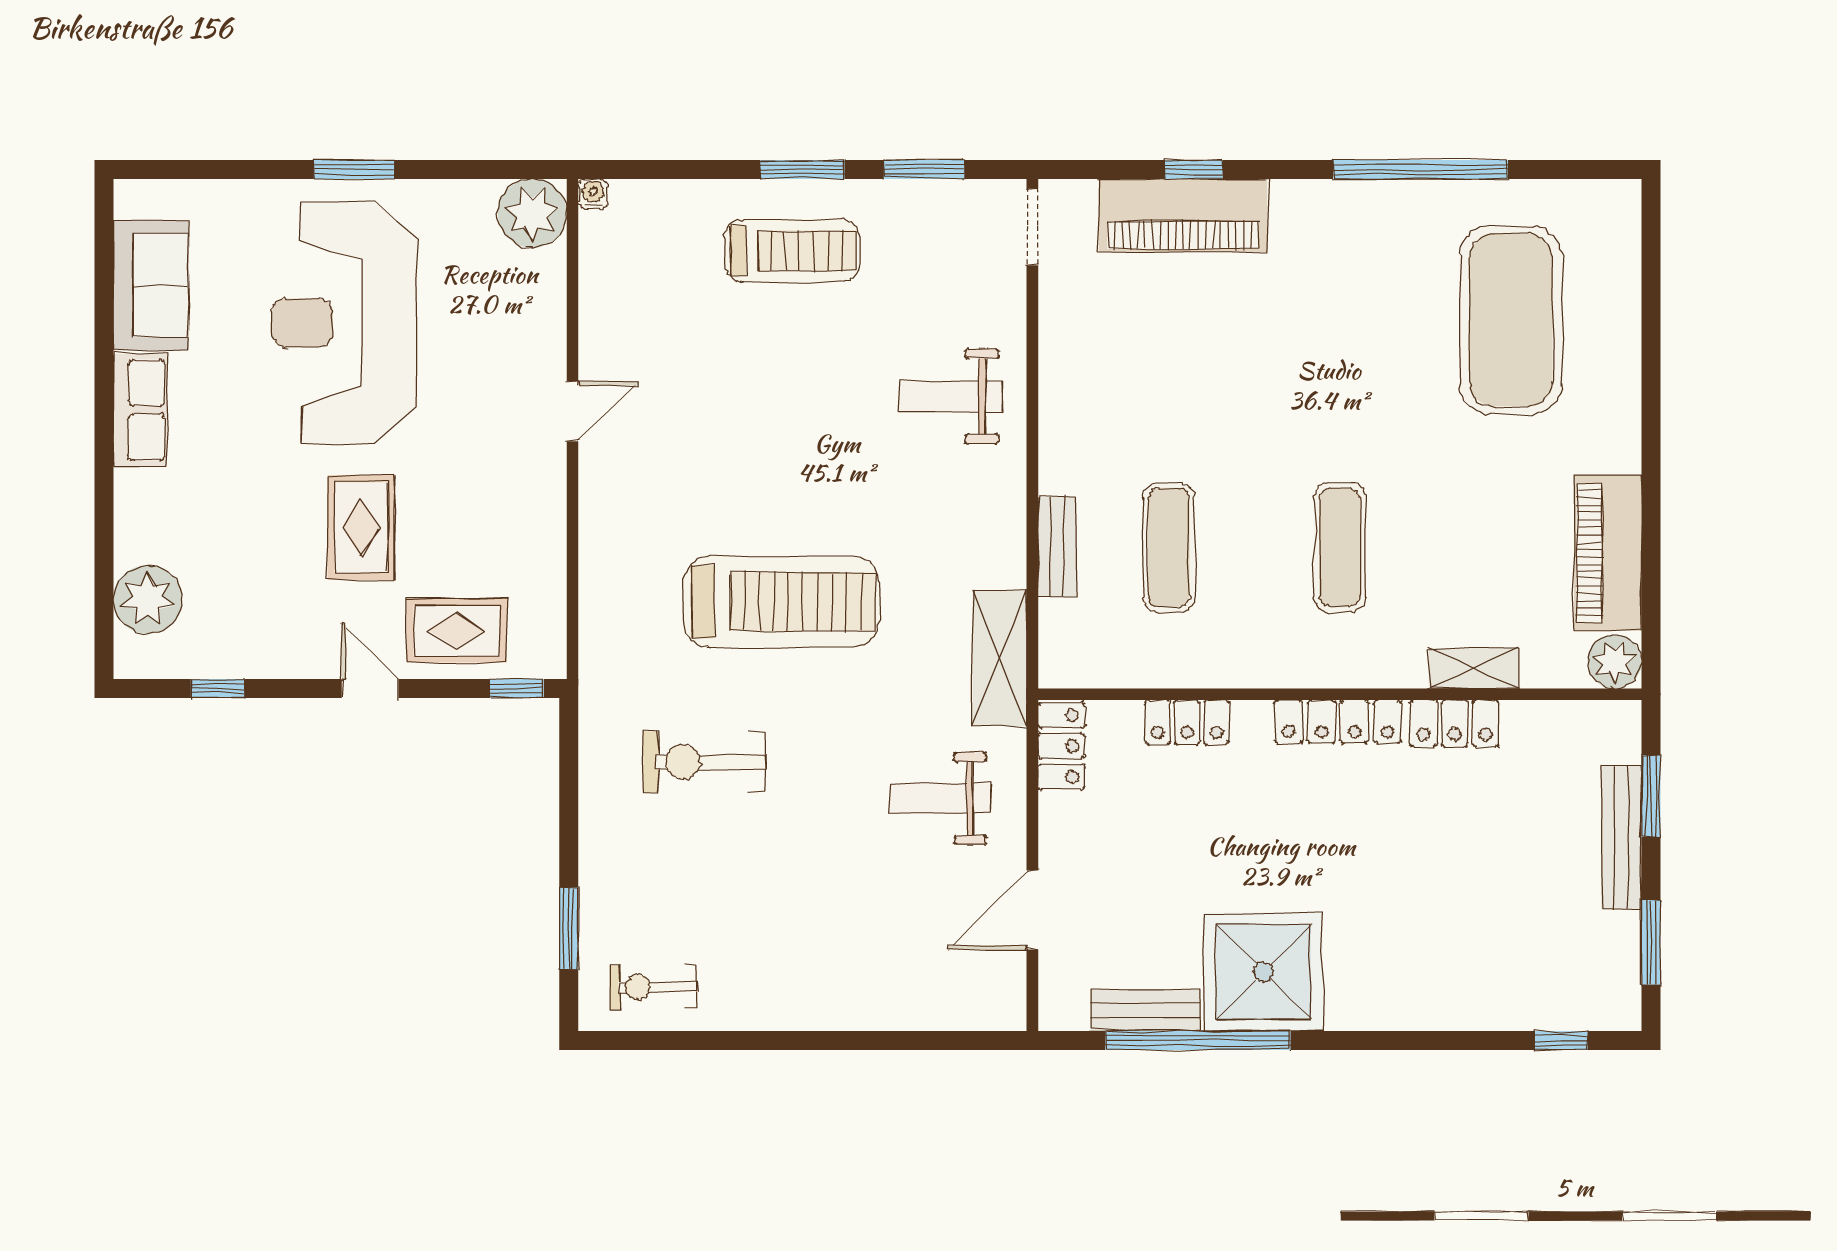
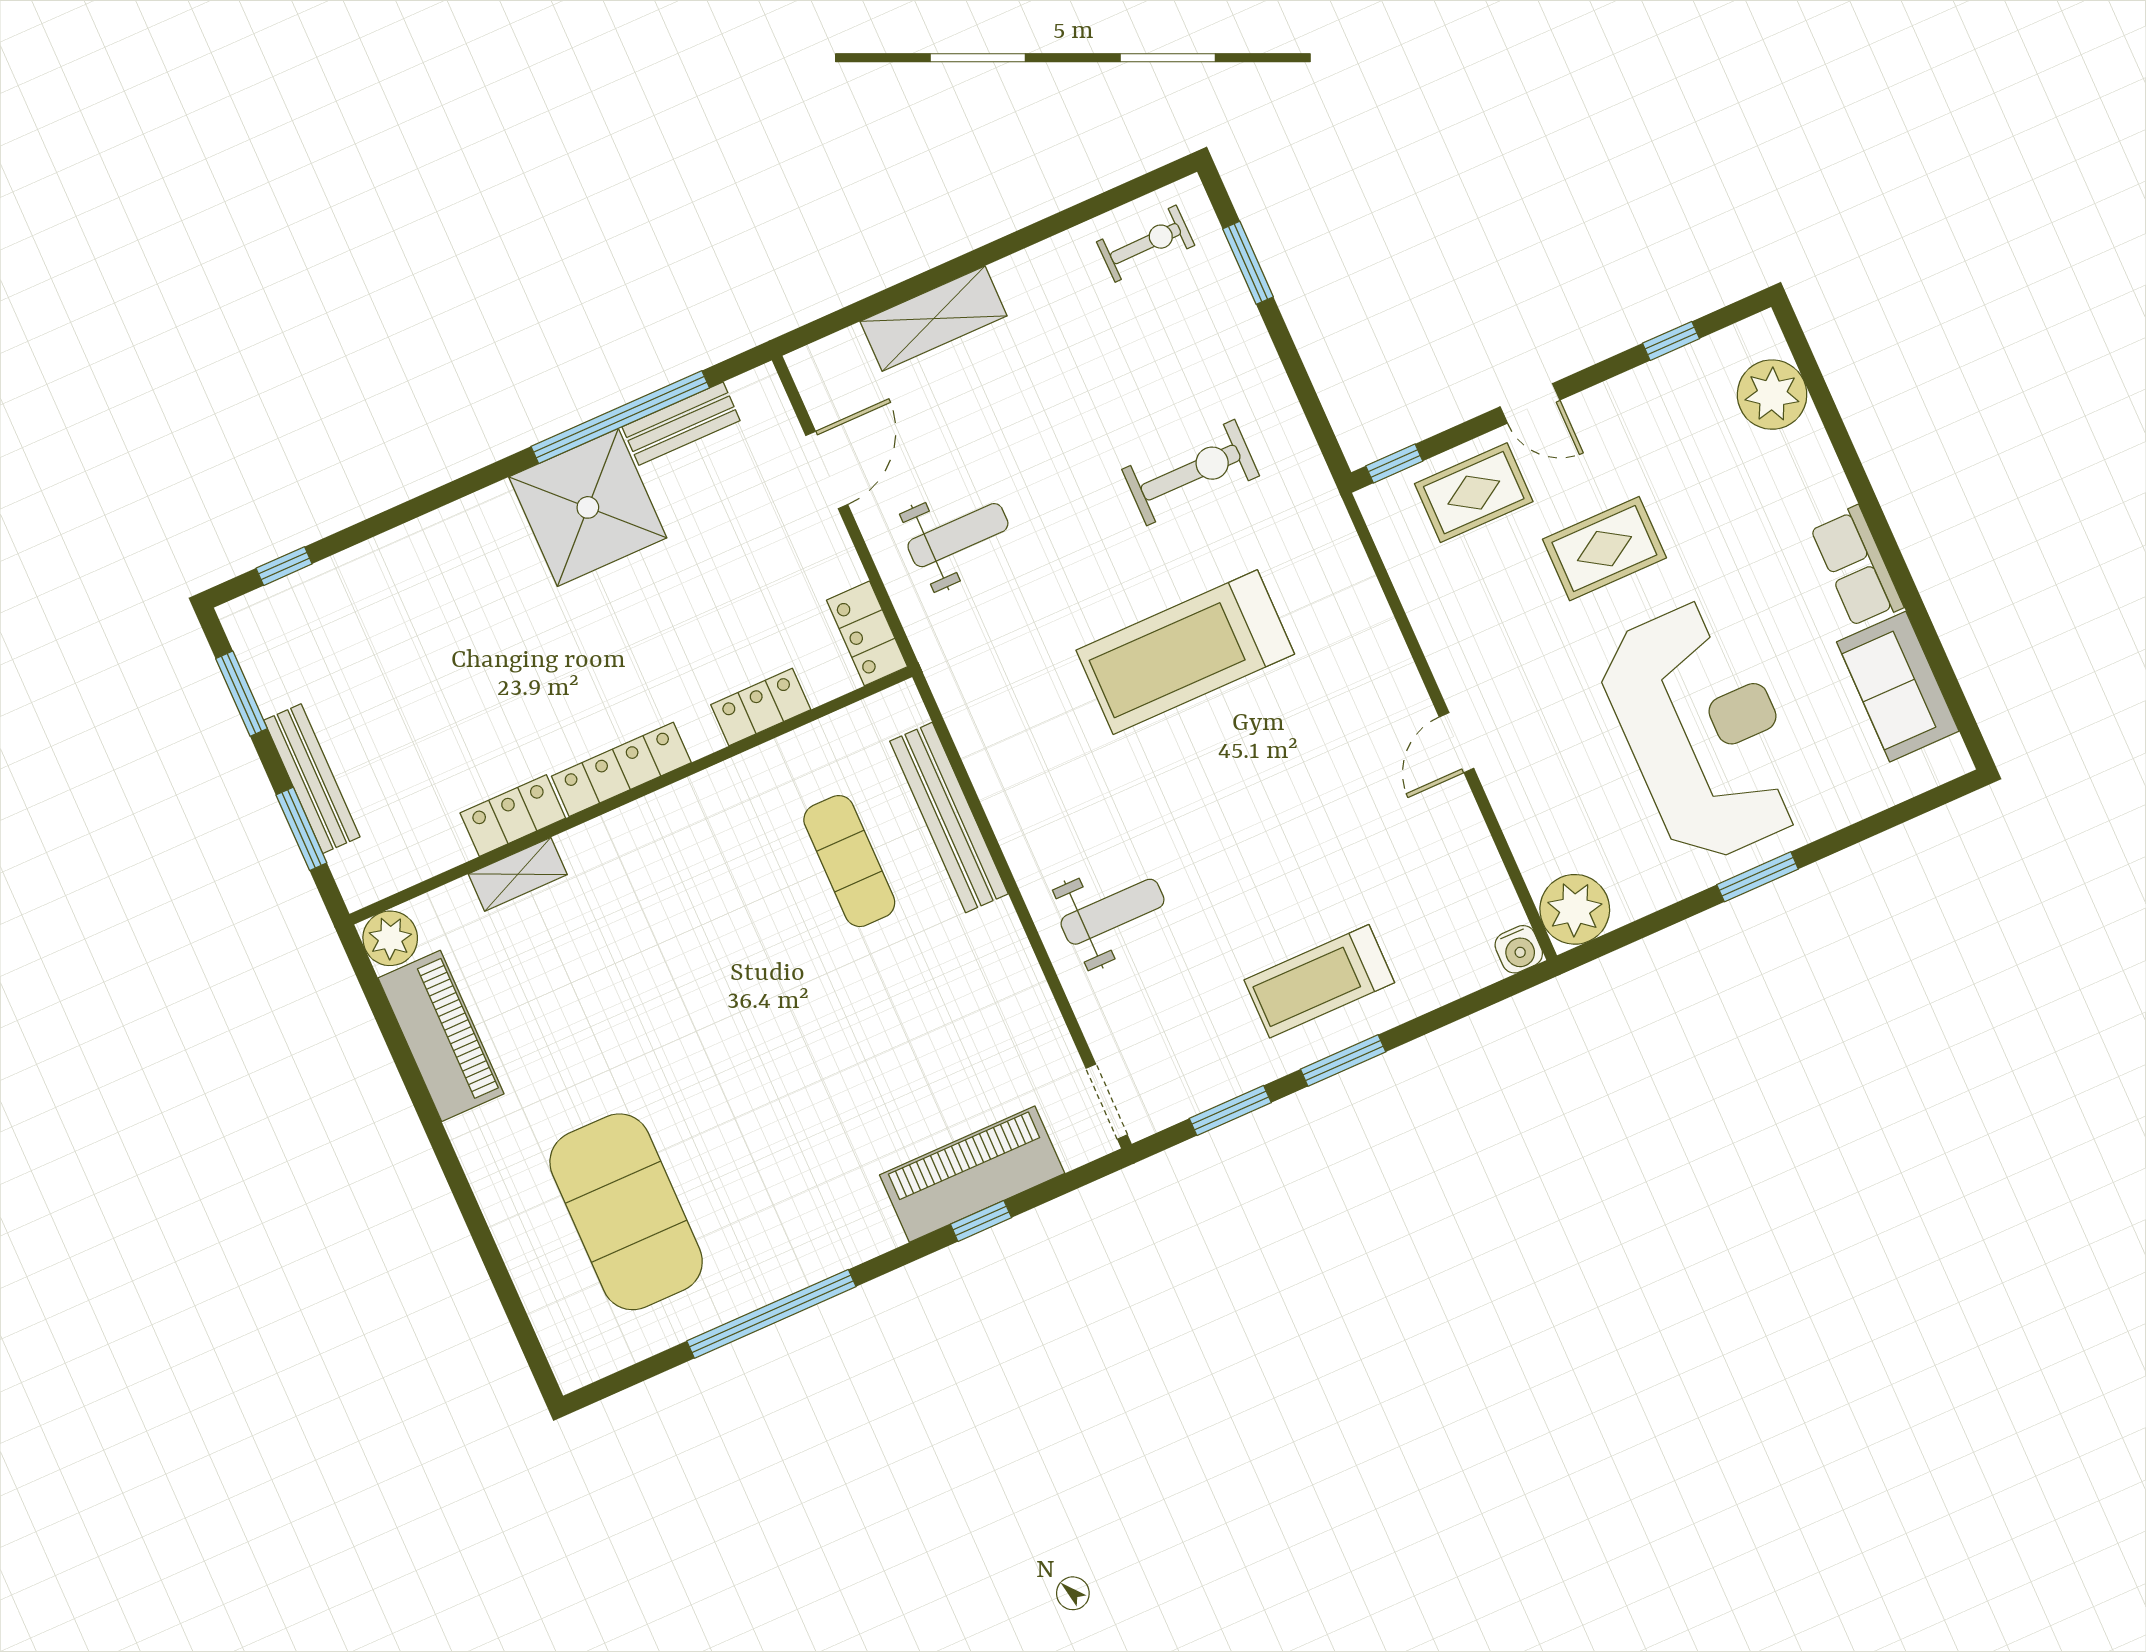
water cooler: (593, 194) -> (1519, 949), width x1.38, depth x1.38
rug: (361, 527) -> (1604, 549), turned 90
bench: (1057, 547) -> (949, 818), width x1.86, depth x1.21
exercise mat: (1340, 547) -> (691, 931), removed
shelving: (1000, 658) -> (934, 319), moved, turned 90

